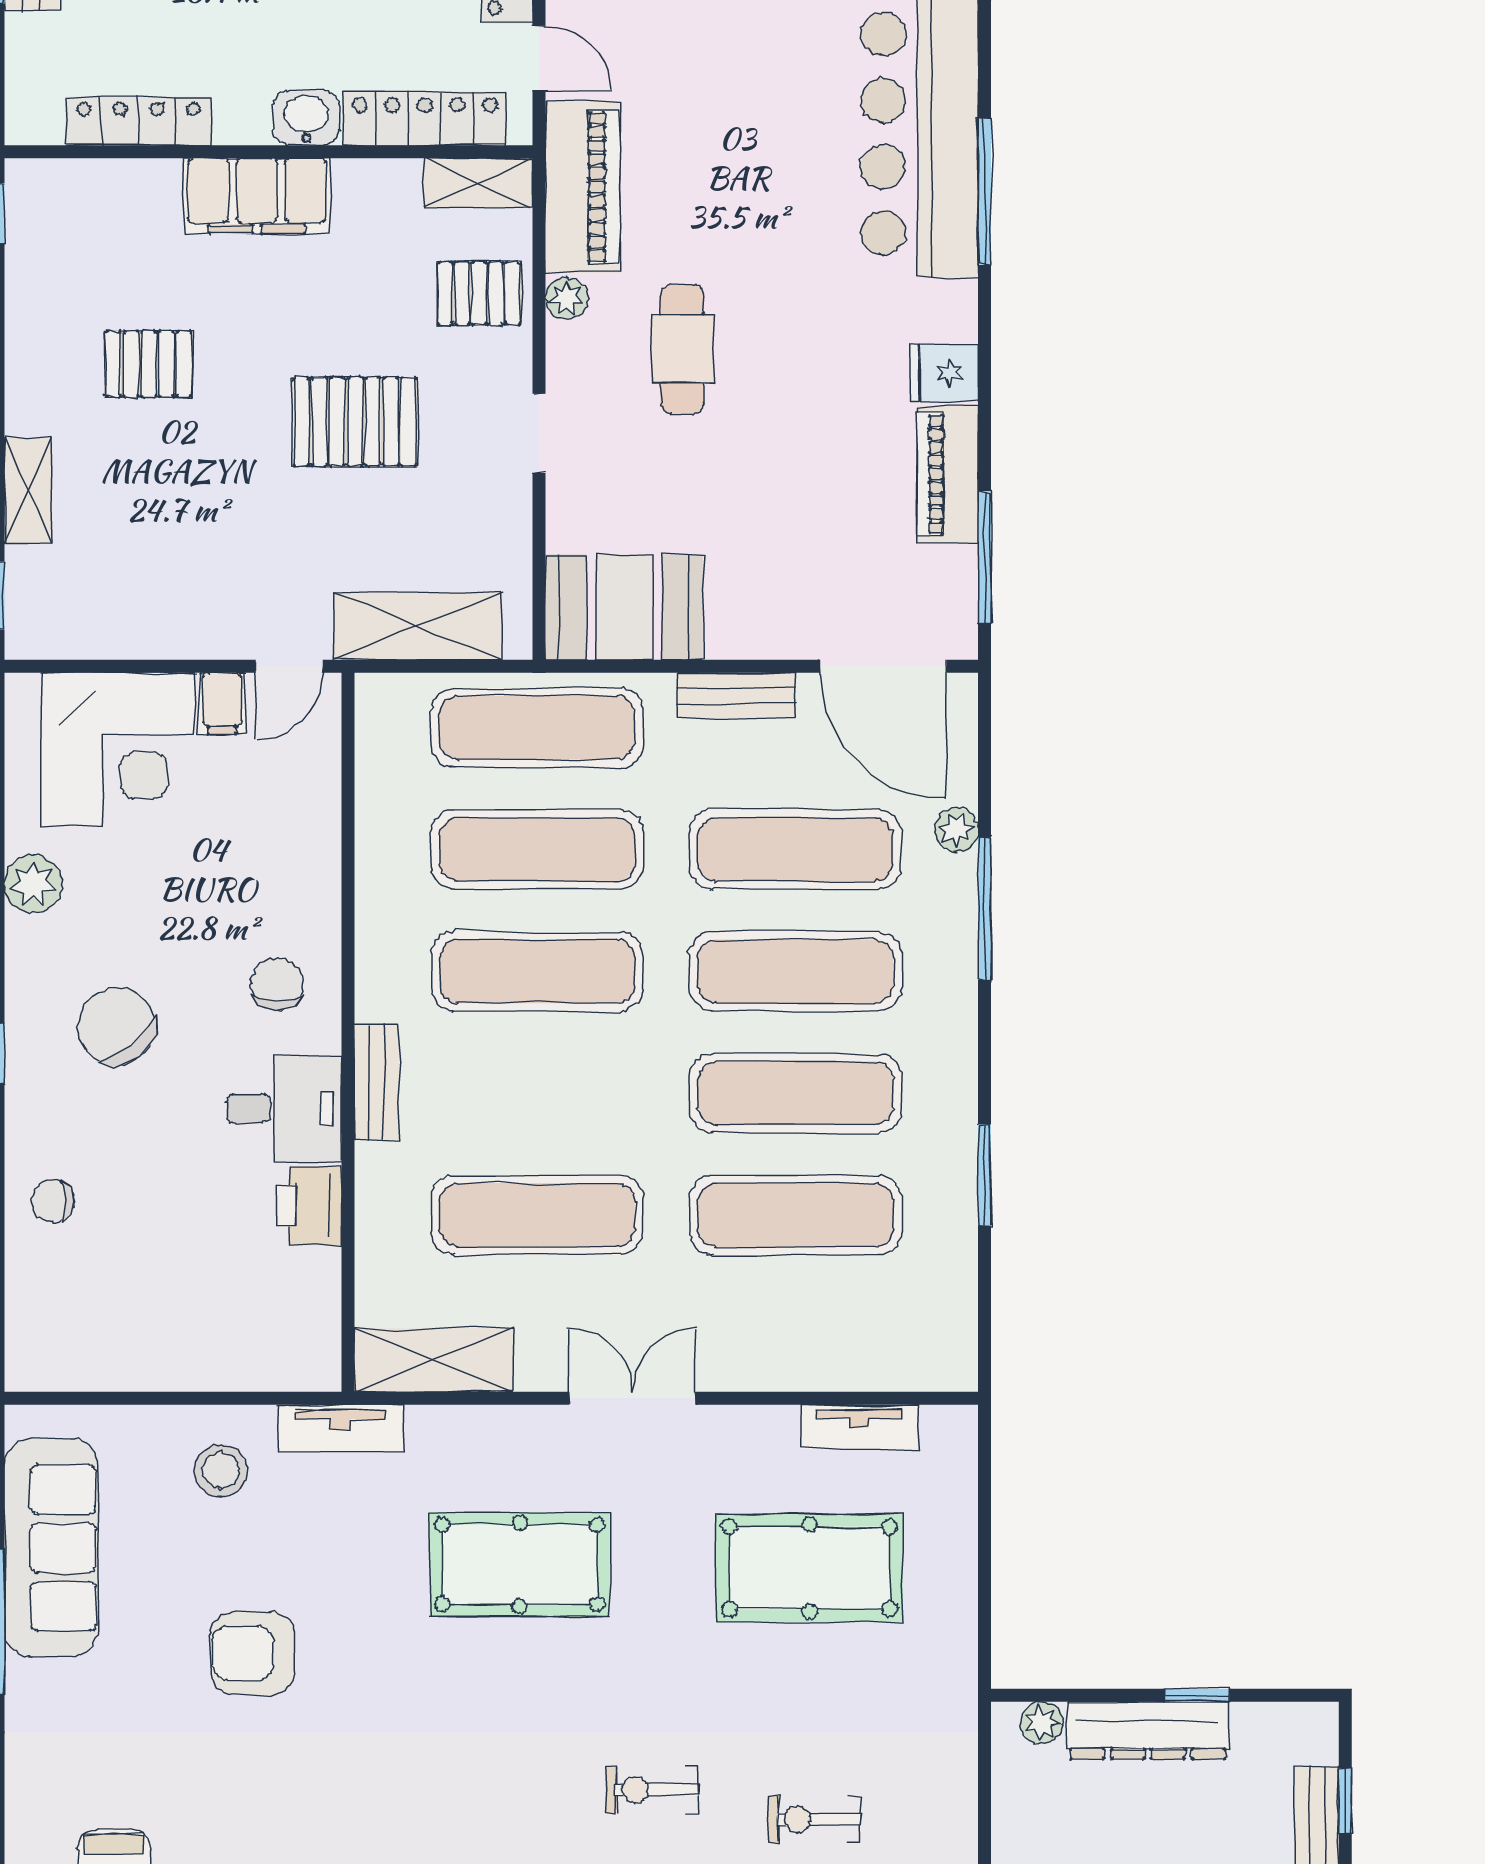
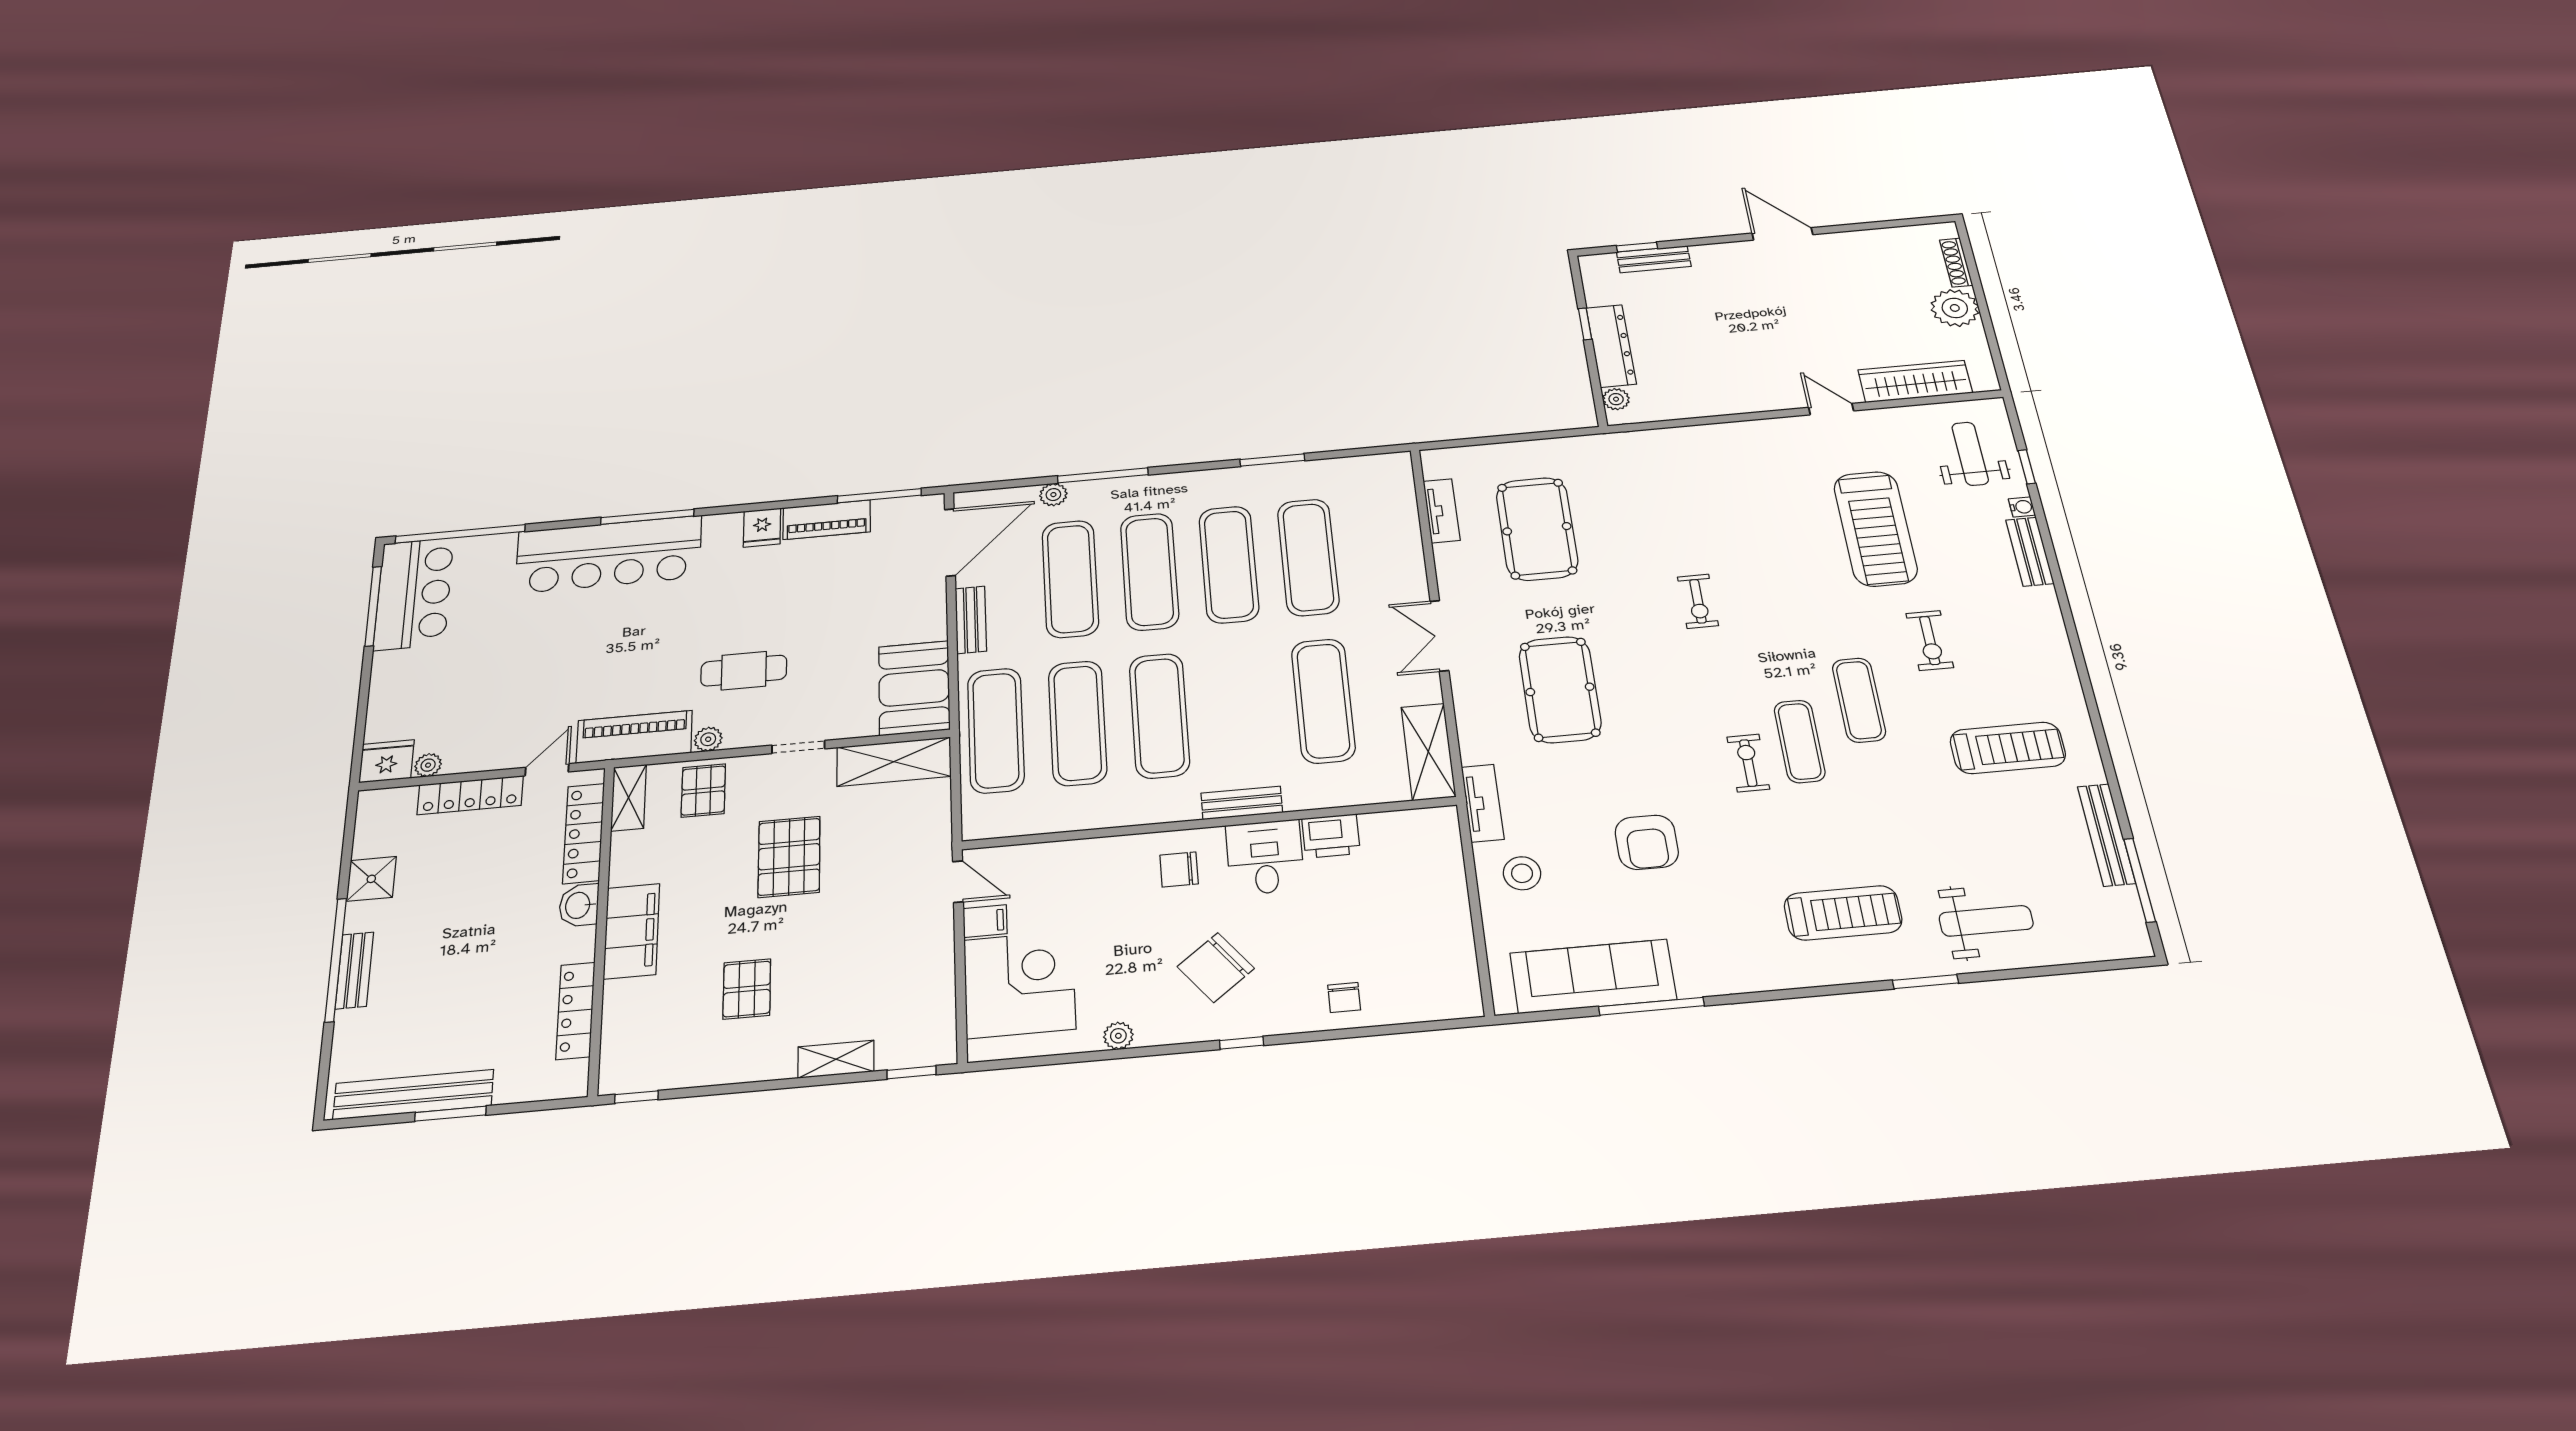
shelving: (418, 626) -> (894, 762), moved, turned 90
plant: (33, 884) -> (1118, 1036), width x0.73, depth x0.73
exercise bike: (814, 1819) -> (1748, 763), moved, turned 180

